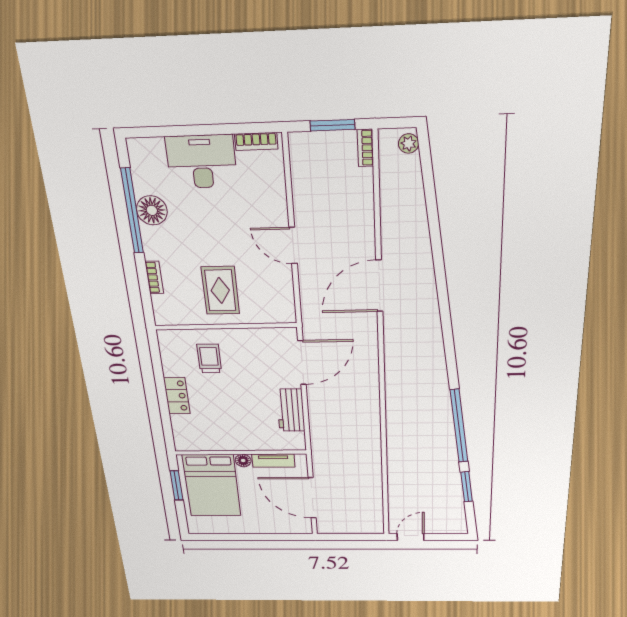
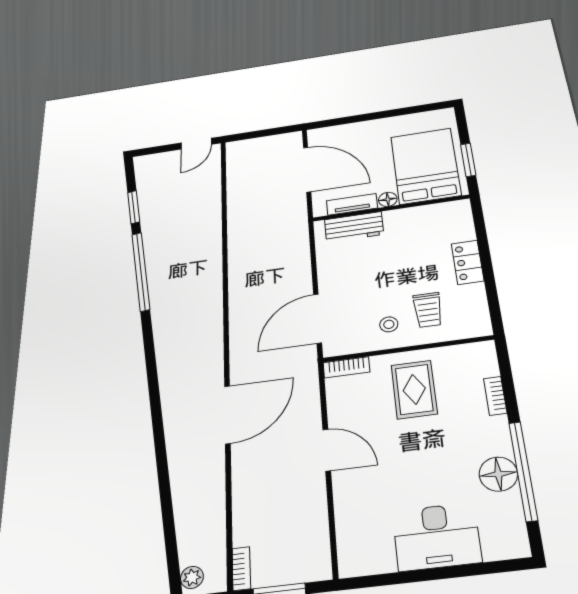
bookcase: (256, 141) -> (346, 367), moved, turned 180
stool: (242, 350) -> (389, 324), added
workbench: (291, 410) -> (354, 227), moved, turned 90

